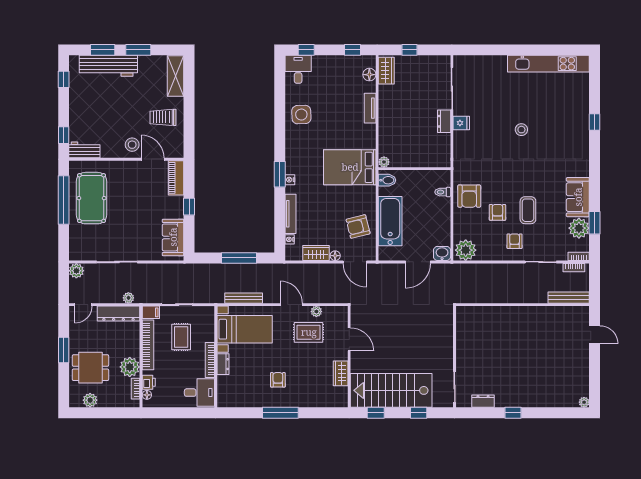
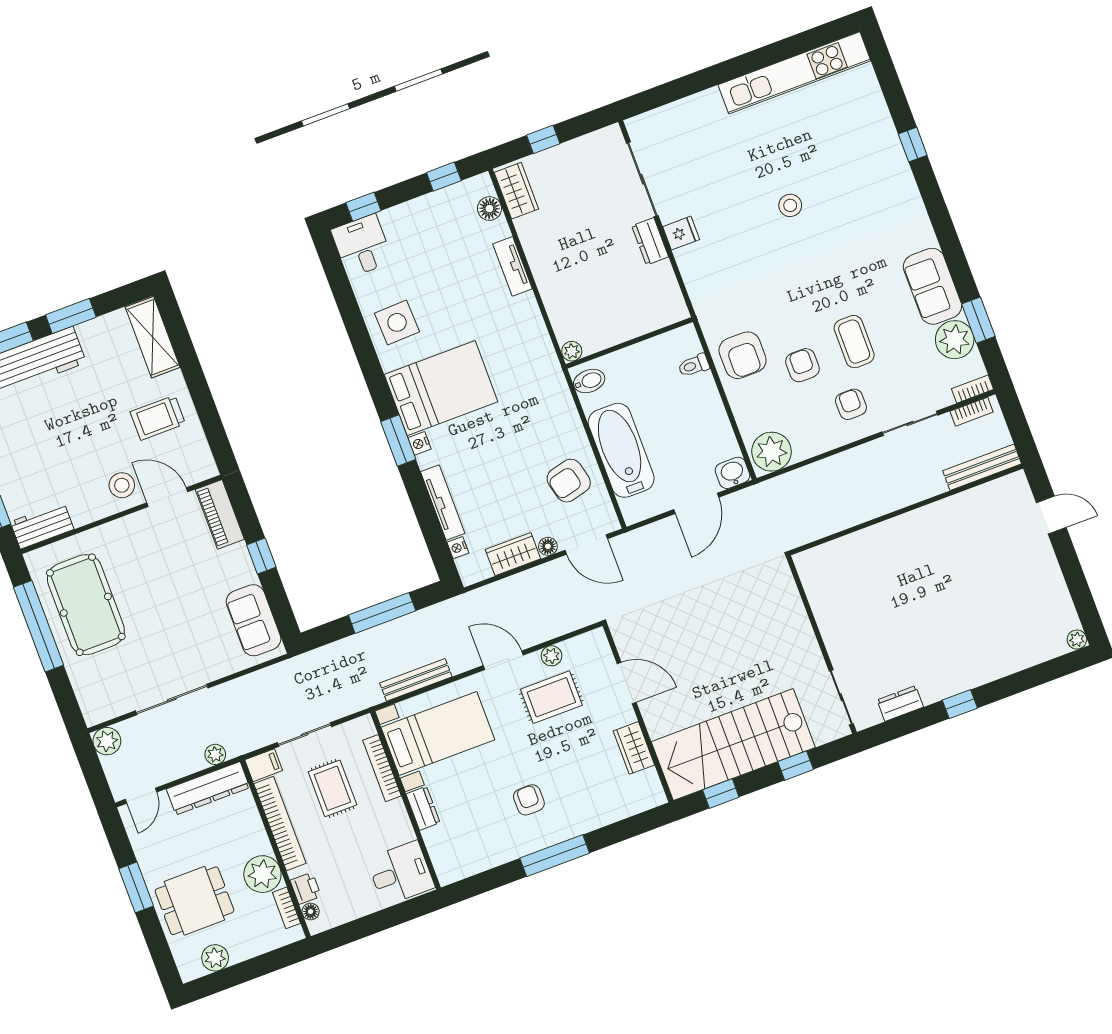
bed: (350, 167) -> (441, 388), moved, turned 180
bookcase: (210, 360) -> (382, 768), moved

